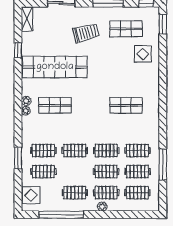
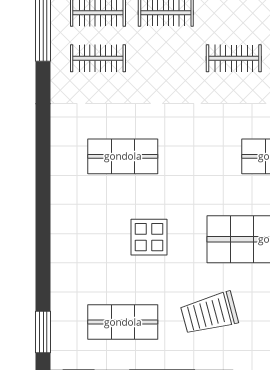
display table: (143, 54) -> (149, 237), moved
clothes rail: (106, 151) -> (166, 58), removed

